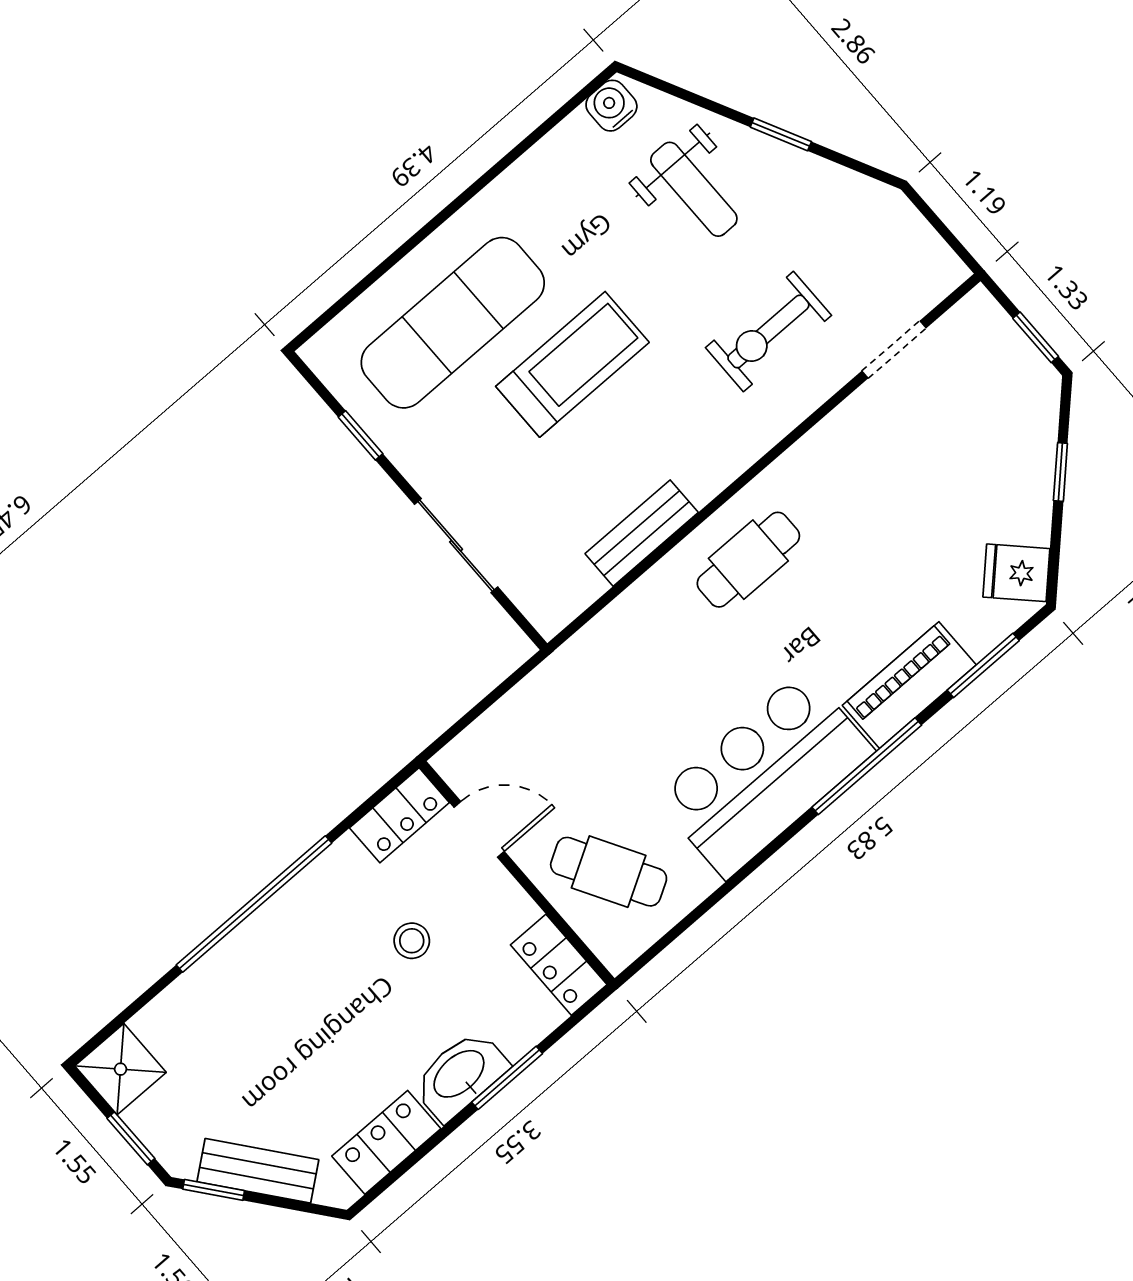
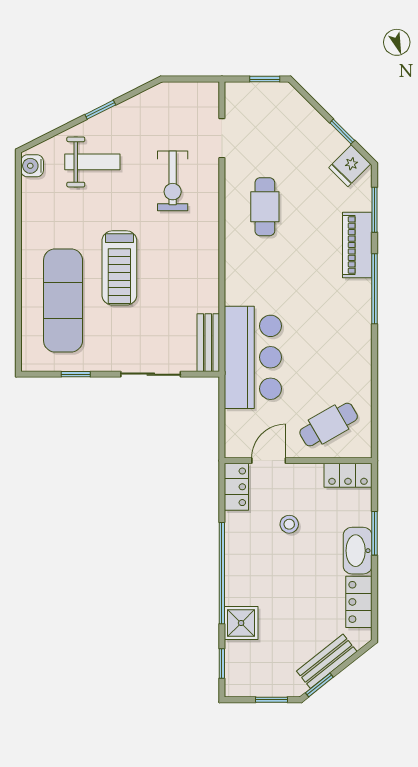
treadmill: (572, 364) -> (119, 268), turned 180
window: (1060, 472) -> (342, 132), moved
bench: (642, 533) -> (208, 343), moved
cafe table: (748, 560) -> (265, 207), moved
bar counter: (765, 775) -> (253, 357), moved, turned 180
window: (121, 1019) -> (222, 664), added
shower: (121, 1069) -> (241, 623), moved

